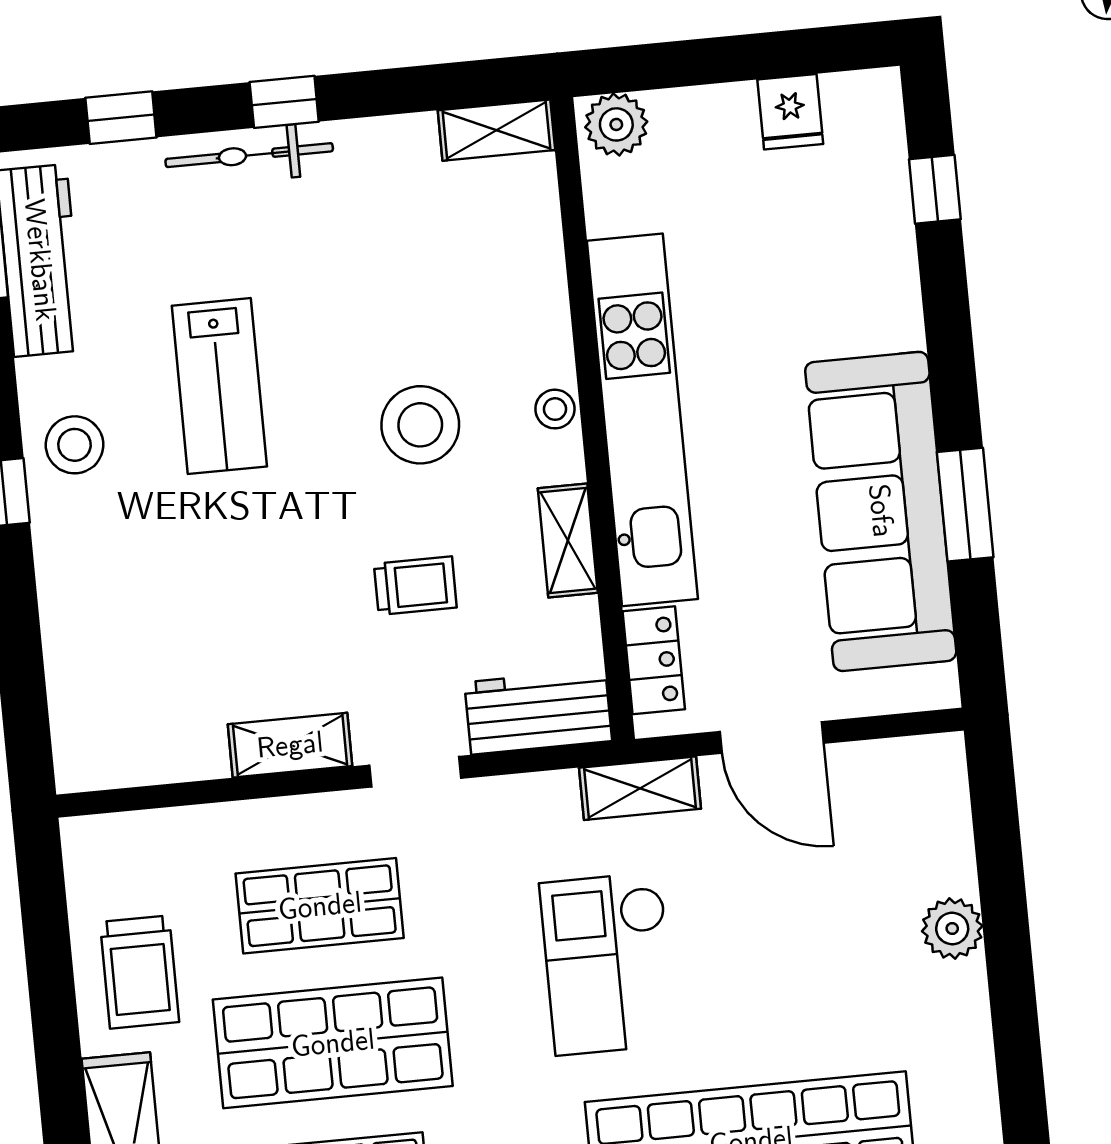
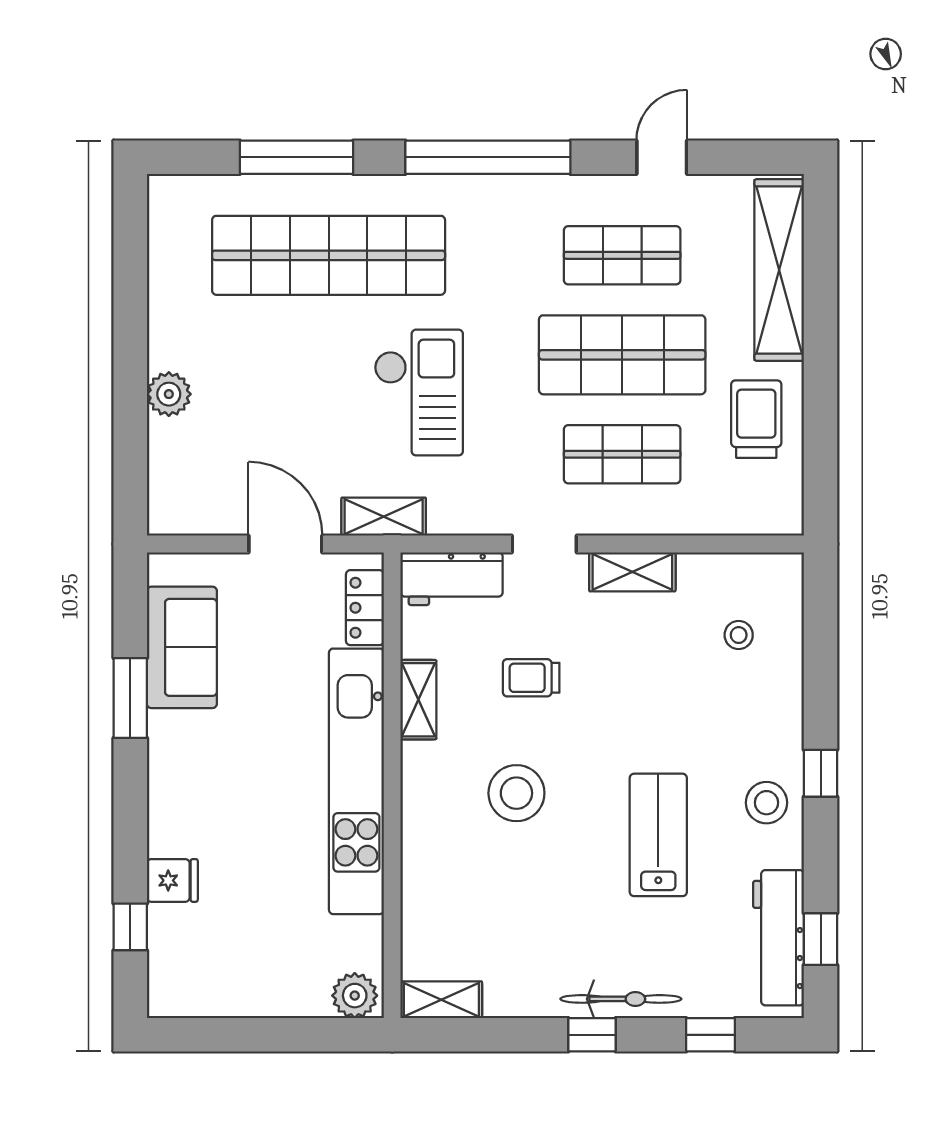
fridge: (790, 112) -> (172, 880), moved, turned 90
stool: (555, 409) -> (739, 635), moved
sofa: (881, 511) -> (182, 647), width x0.54, depth x0.79

